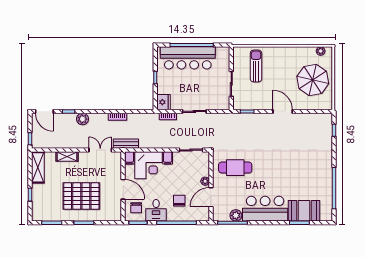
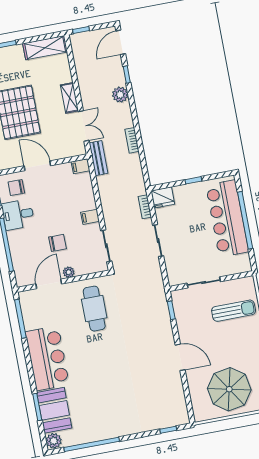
door: (283, 111) -> (180, 357), hinge flipped
shelving: (67, 156) -> (70, 98), moved
corner desk: (148, 165) -> (76, 193), removed
door: (123, 189) -> (37, 166), swing flipped
door: (211, 197) -> (49, 284), hinge flipped
chair: (179, 201) -> (58, 243), moved
plant: (236, 215) -> (54, 441), moved

